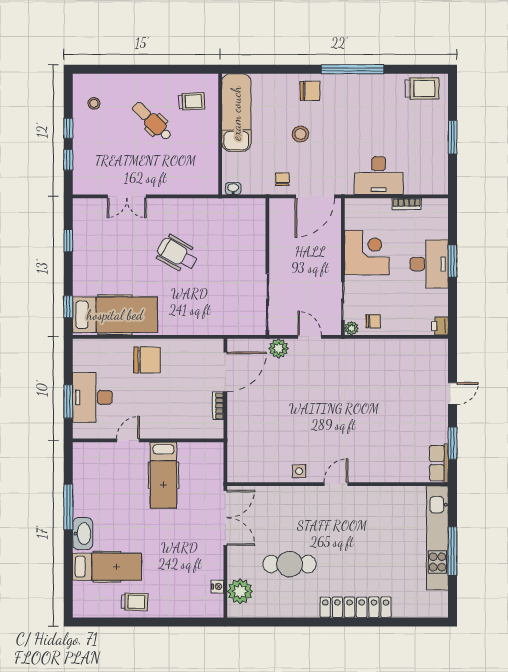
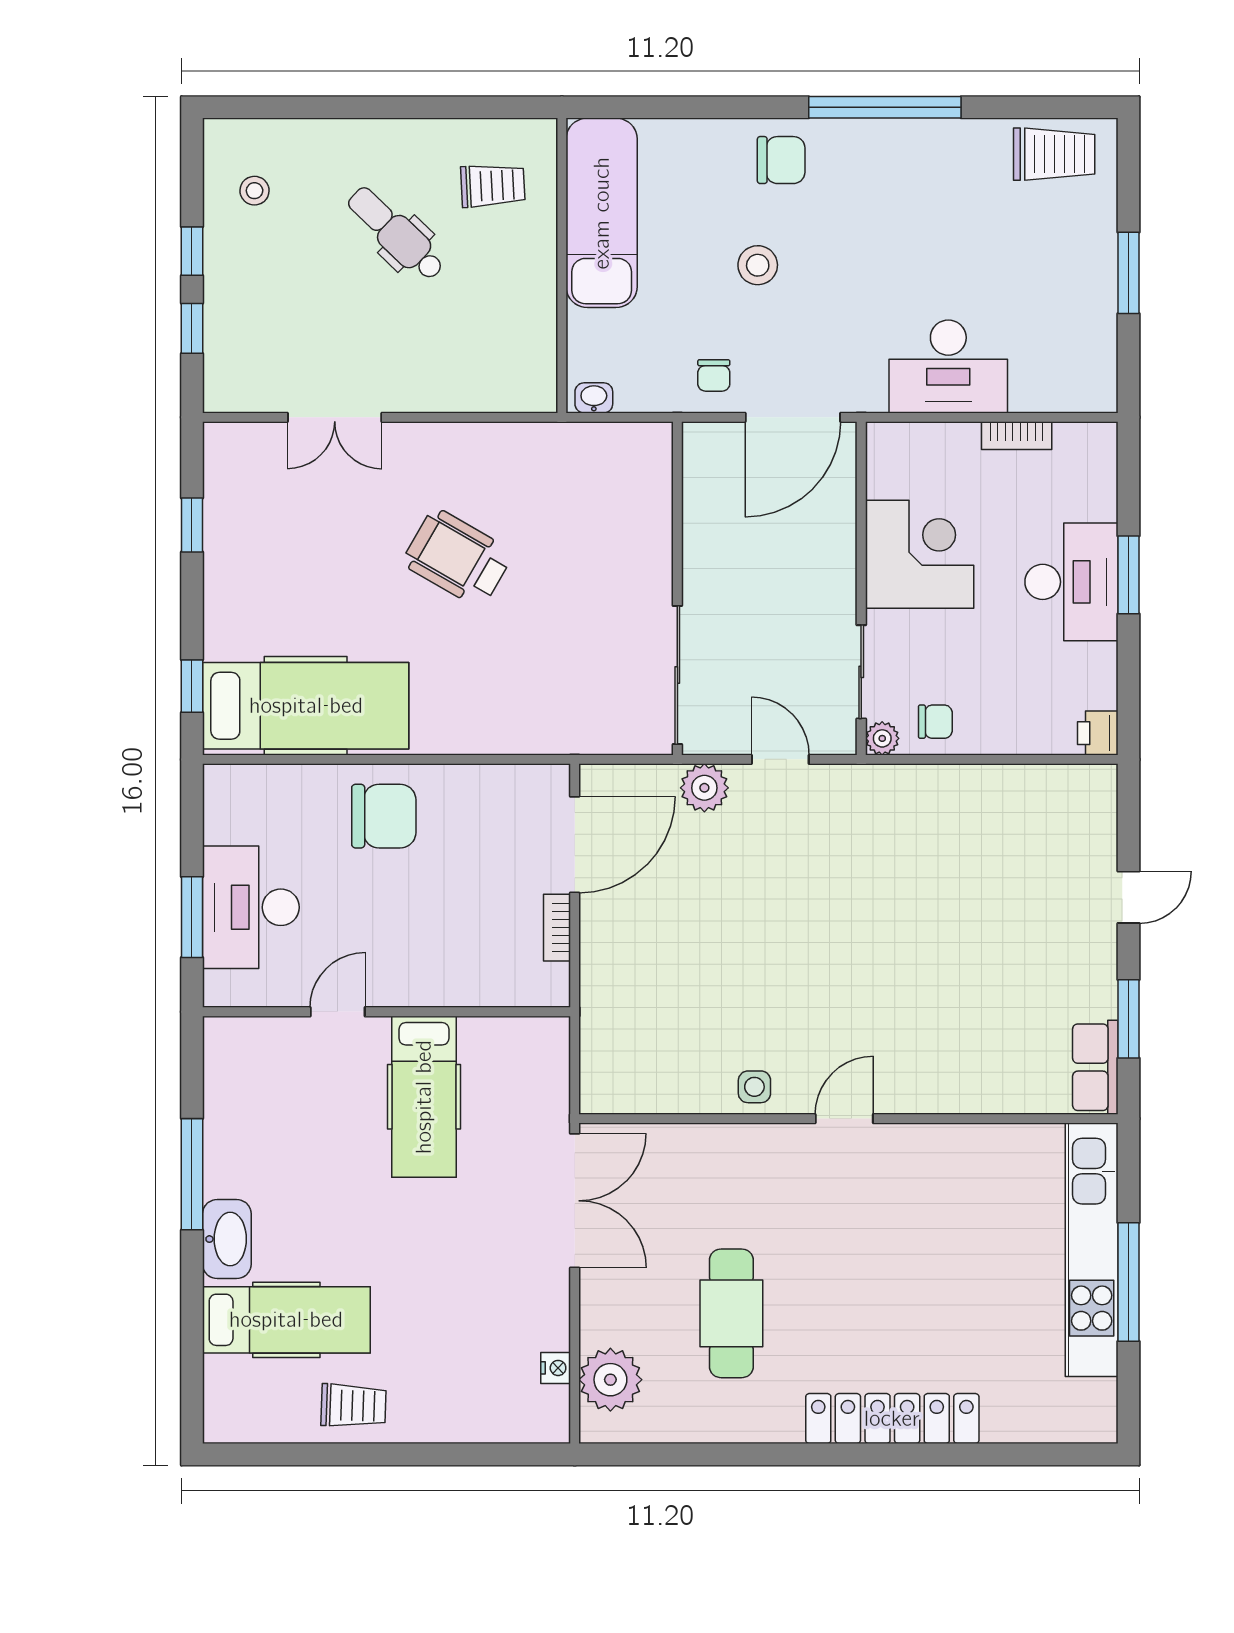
chair: (282, 179) -> (714, 375), turned 180
cafe table: (290, 564) -> (731, 1313), turned 90

